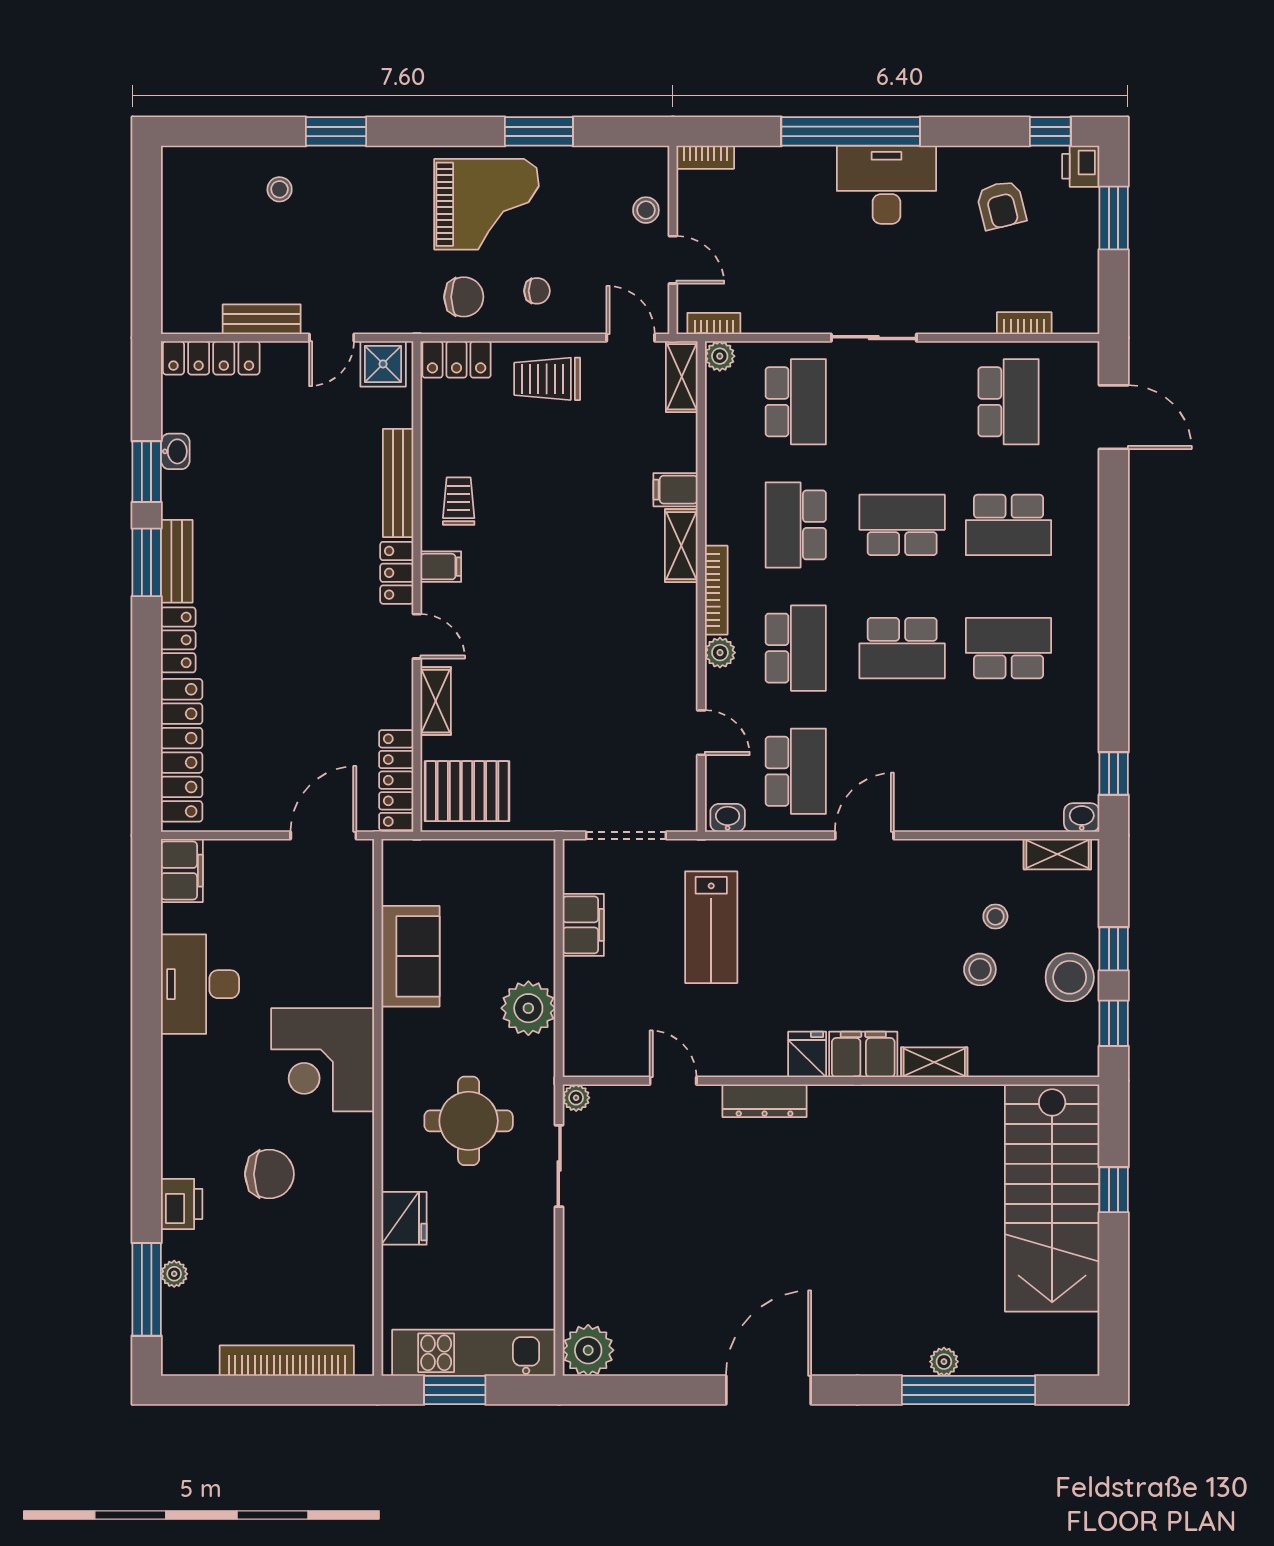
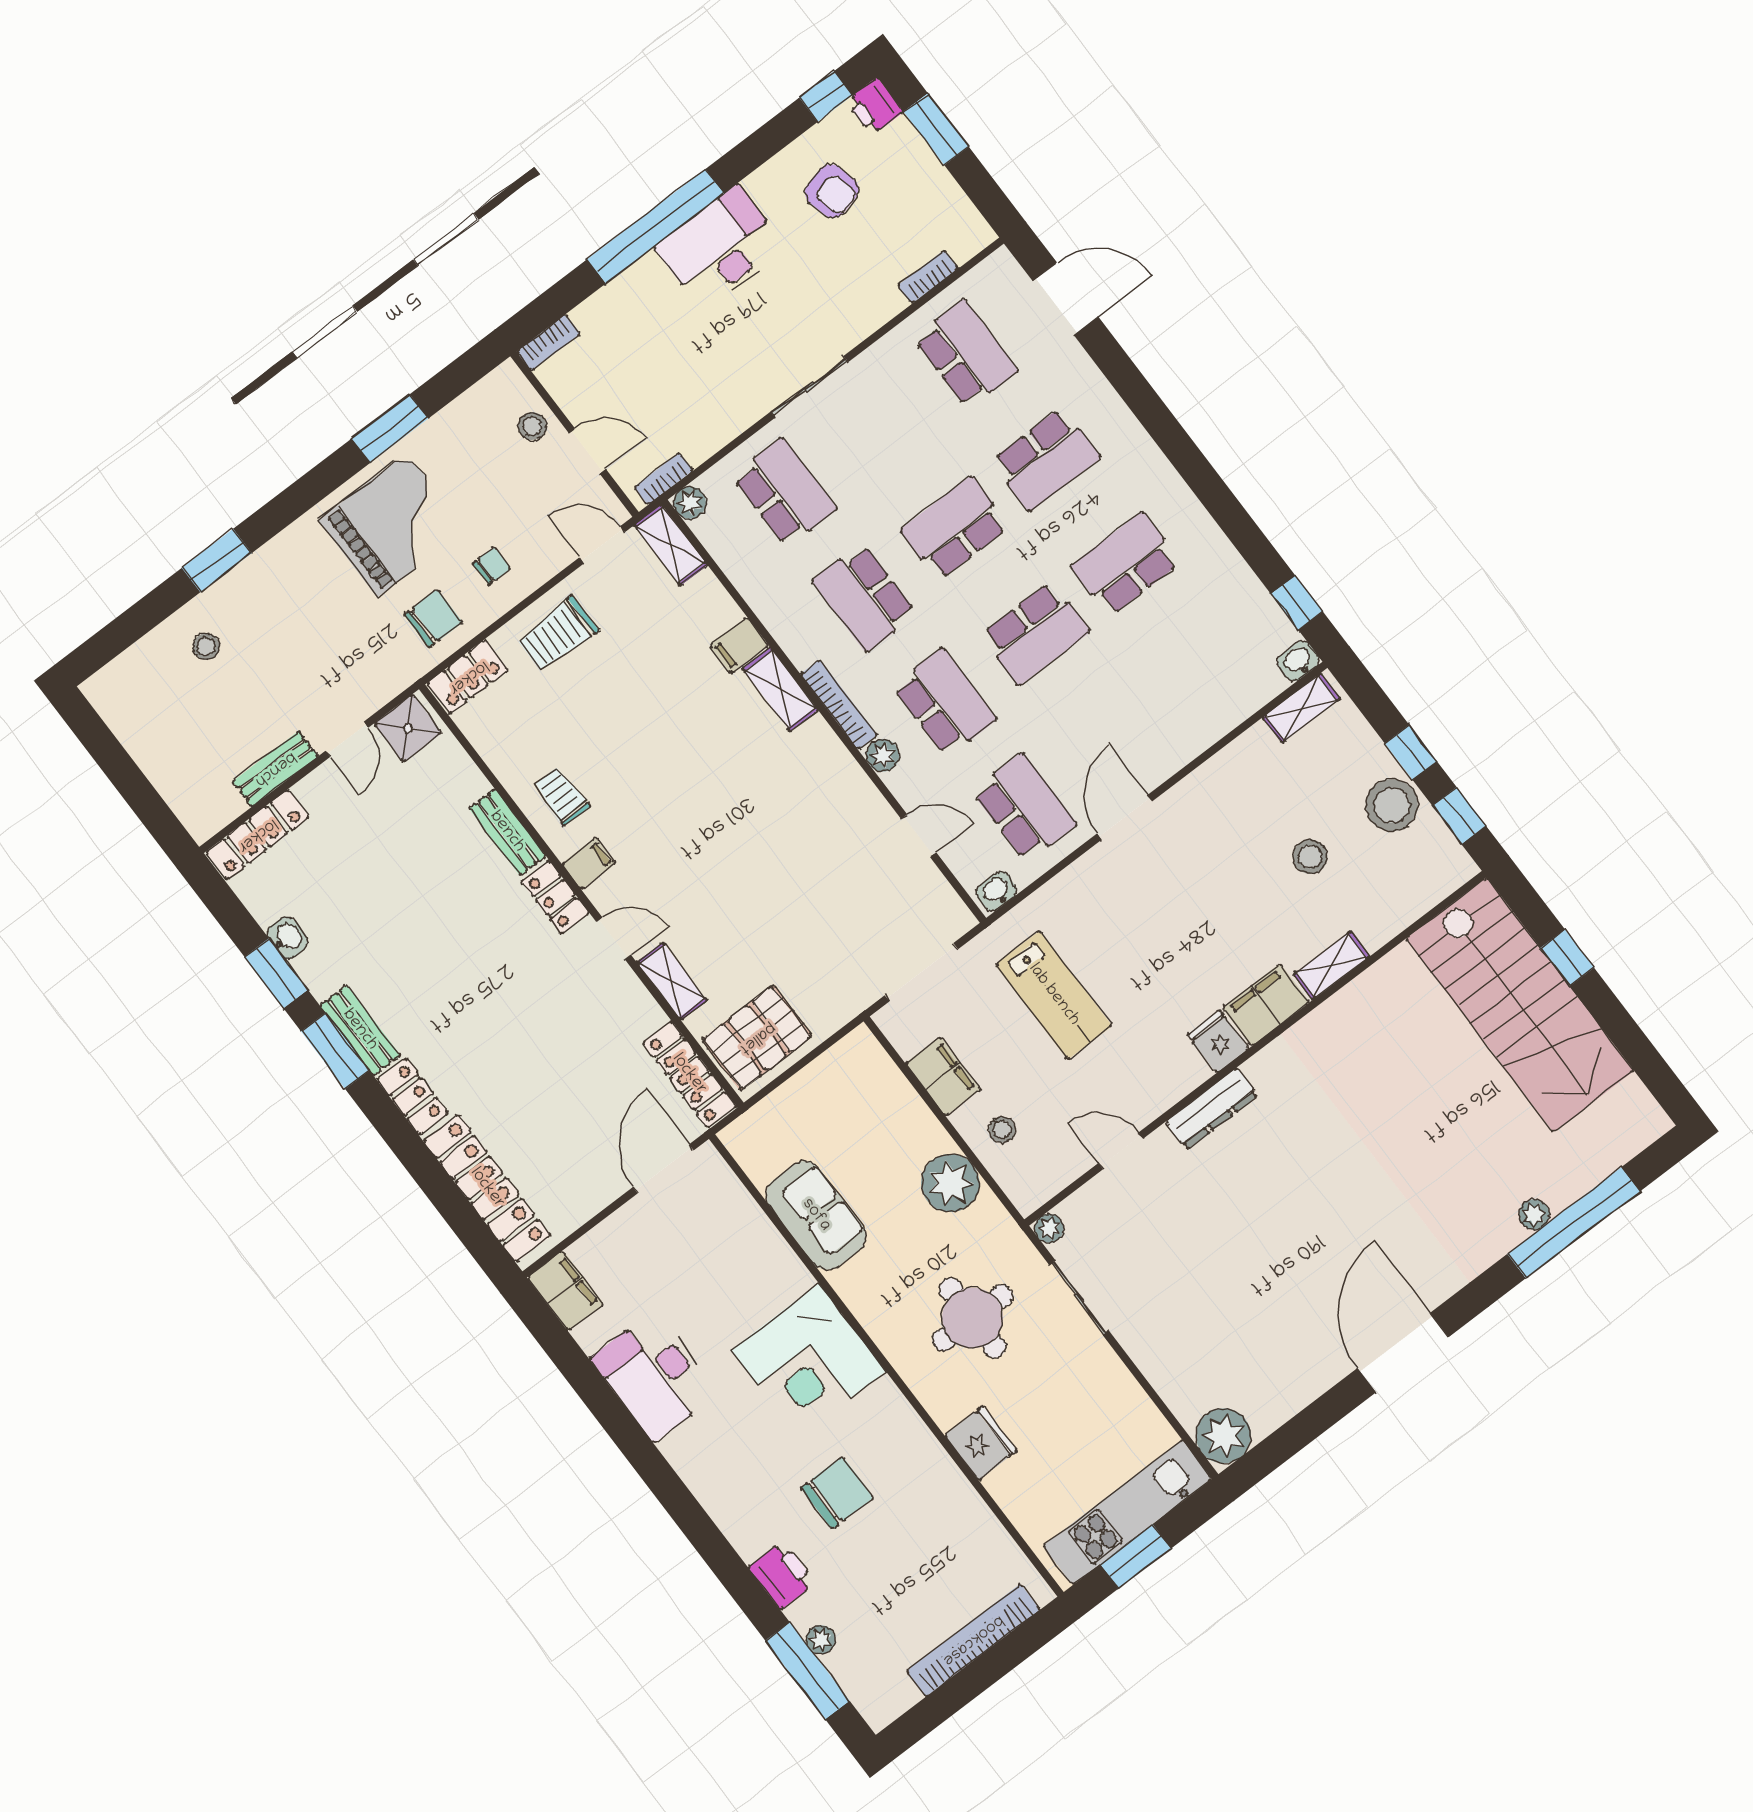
bench: (398, 483) -> (507, 832), width x0.73
stool: (995, 916) -> (1002, 1130), moved

